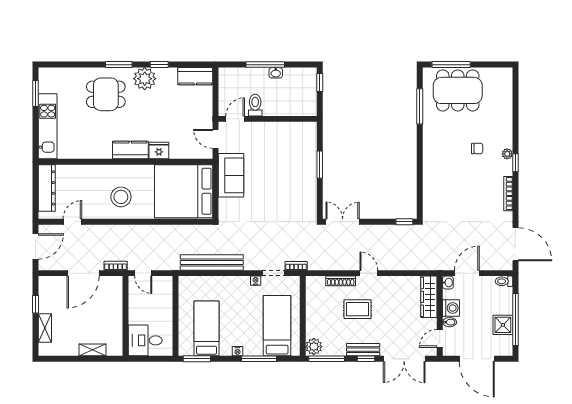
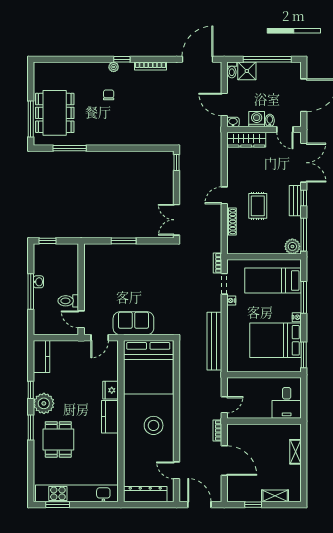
kitchen unit: (48, 126) -> (77, 493), width x1.36
shower: (503, 325) -> (247, 71), moved
bed: (206, 328) -> (276, 340), width x1.50

